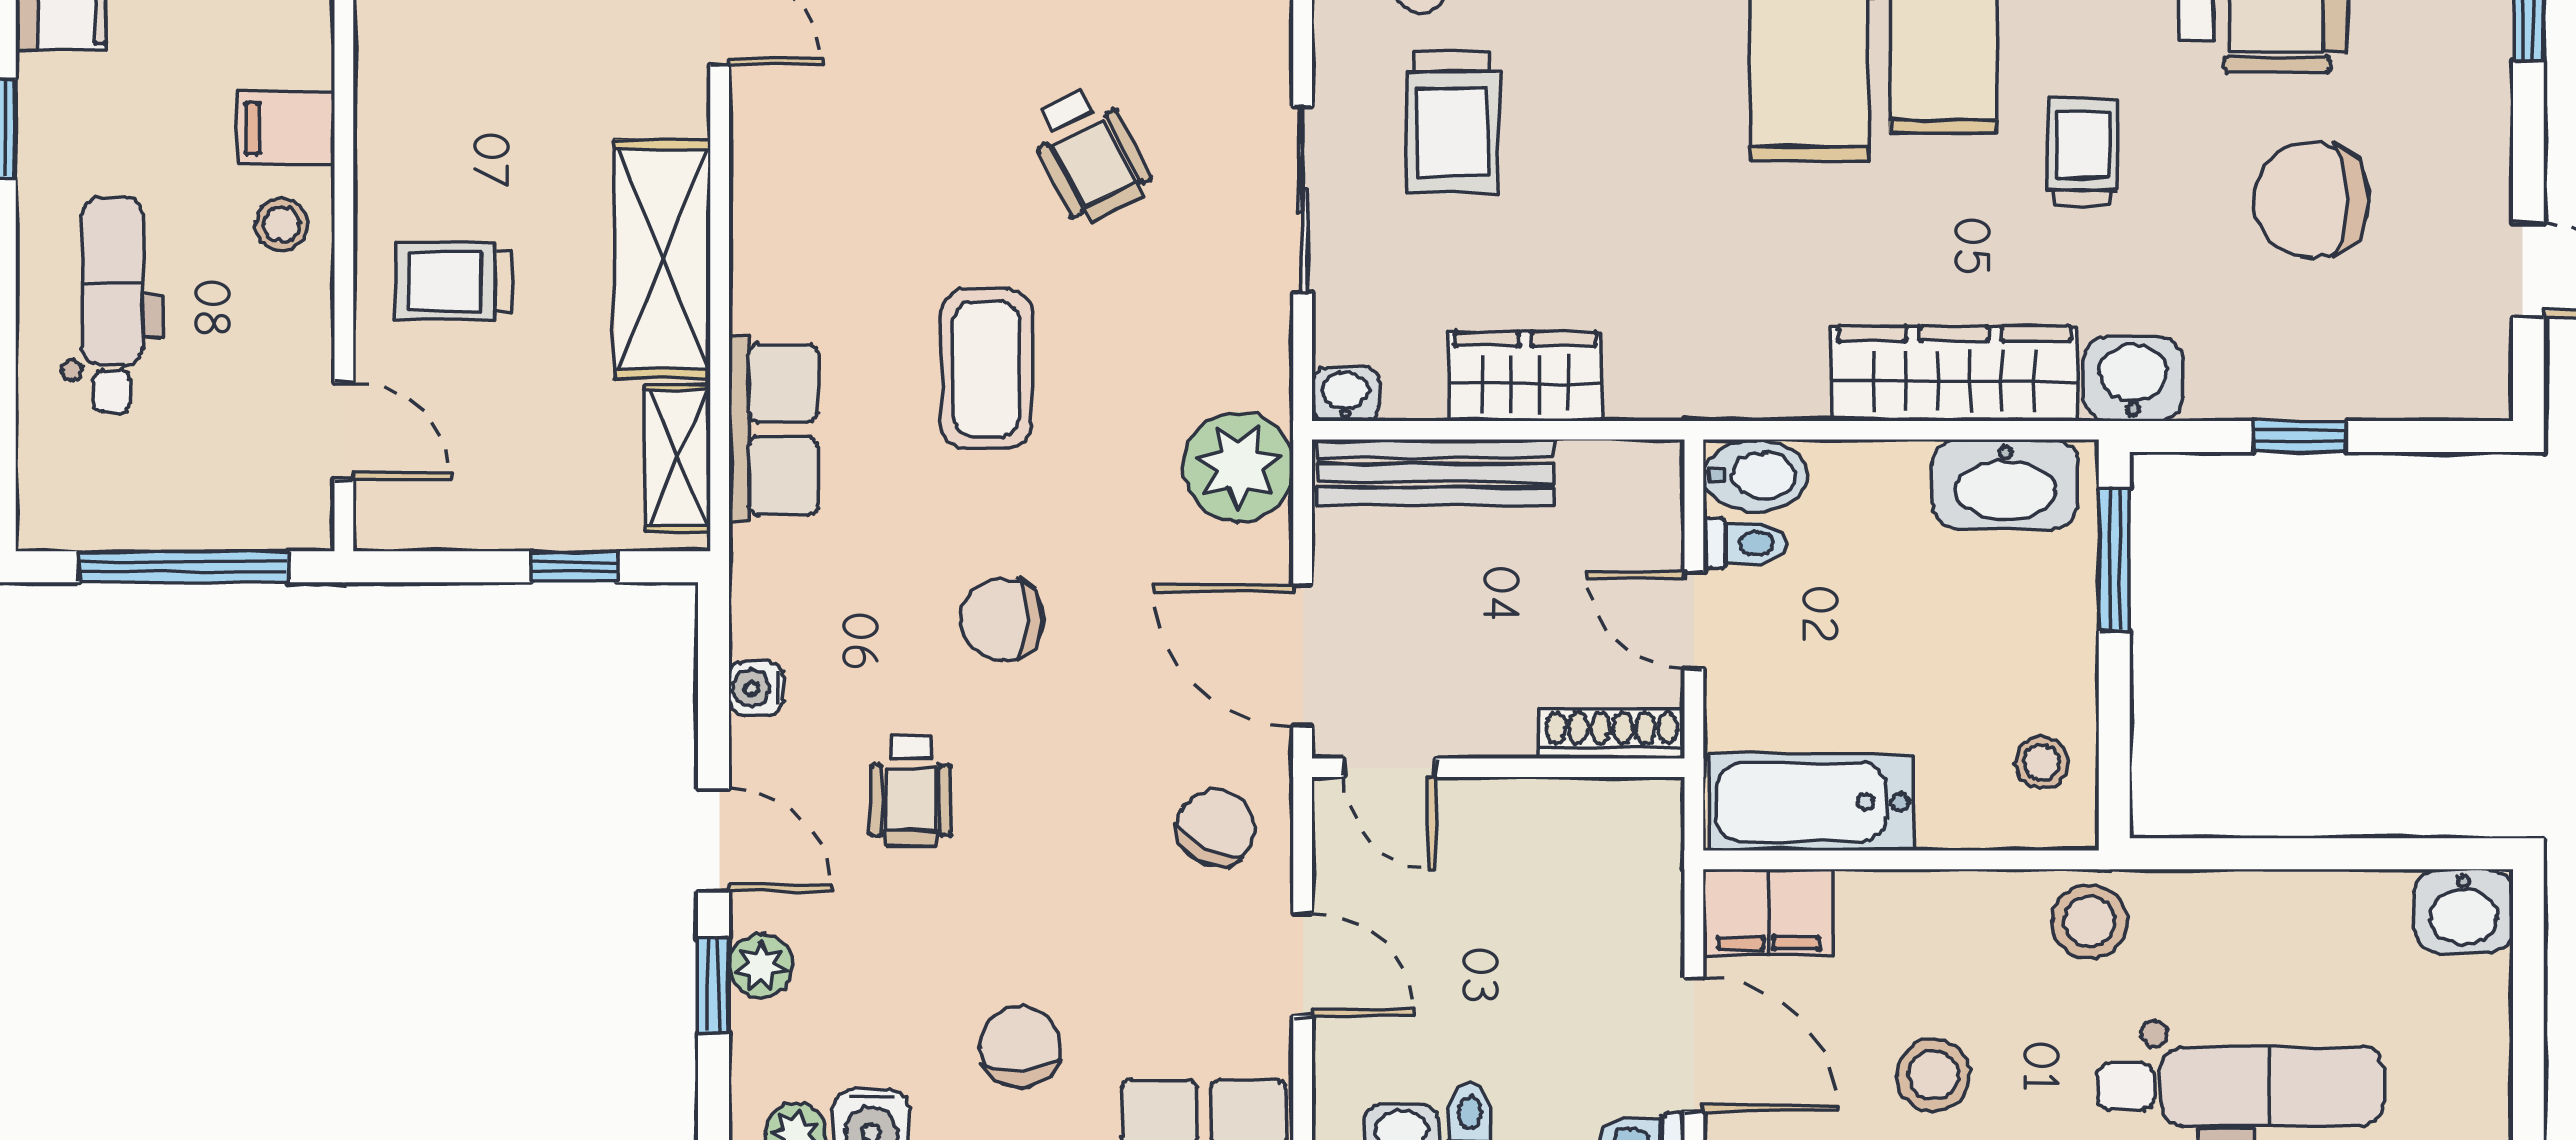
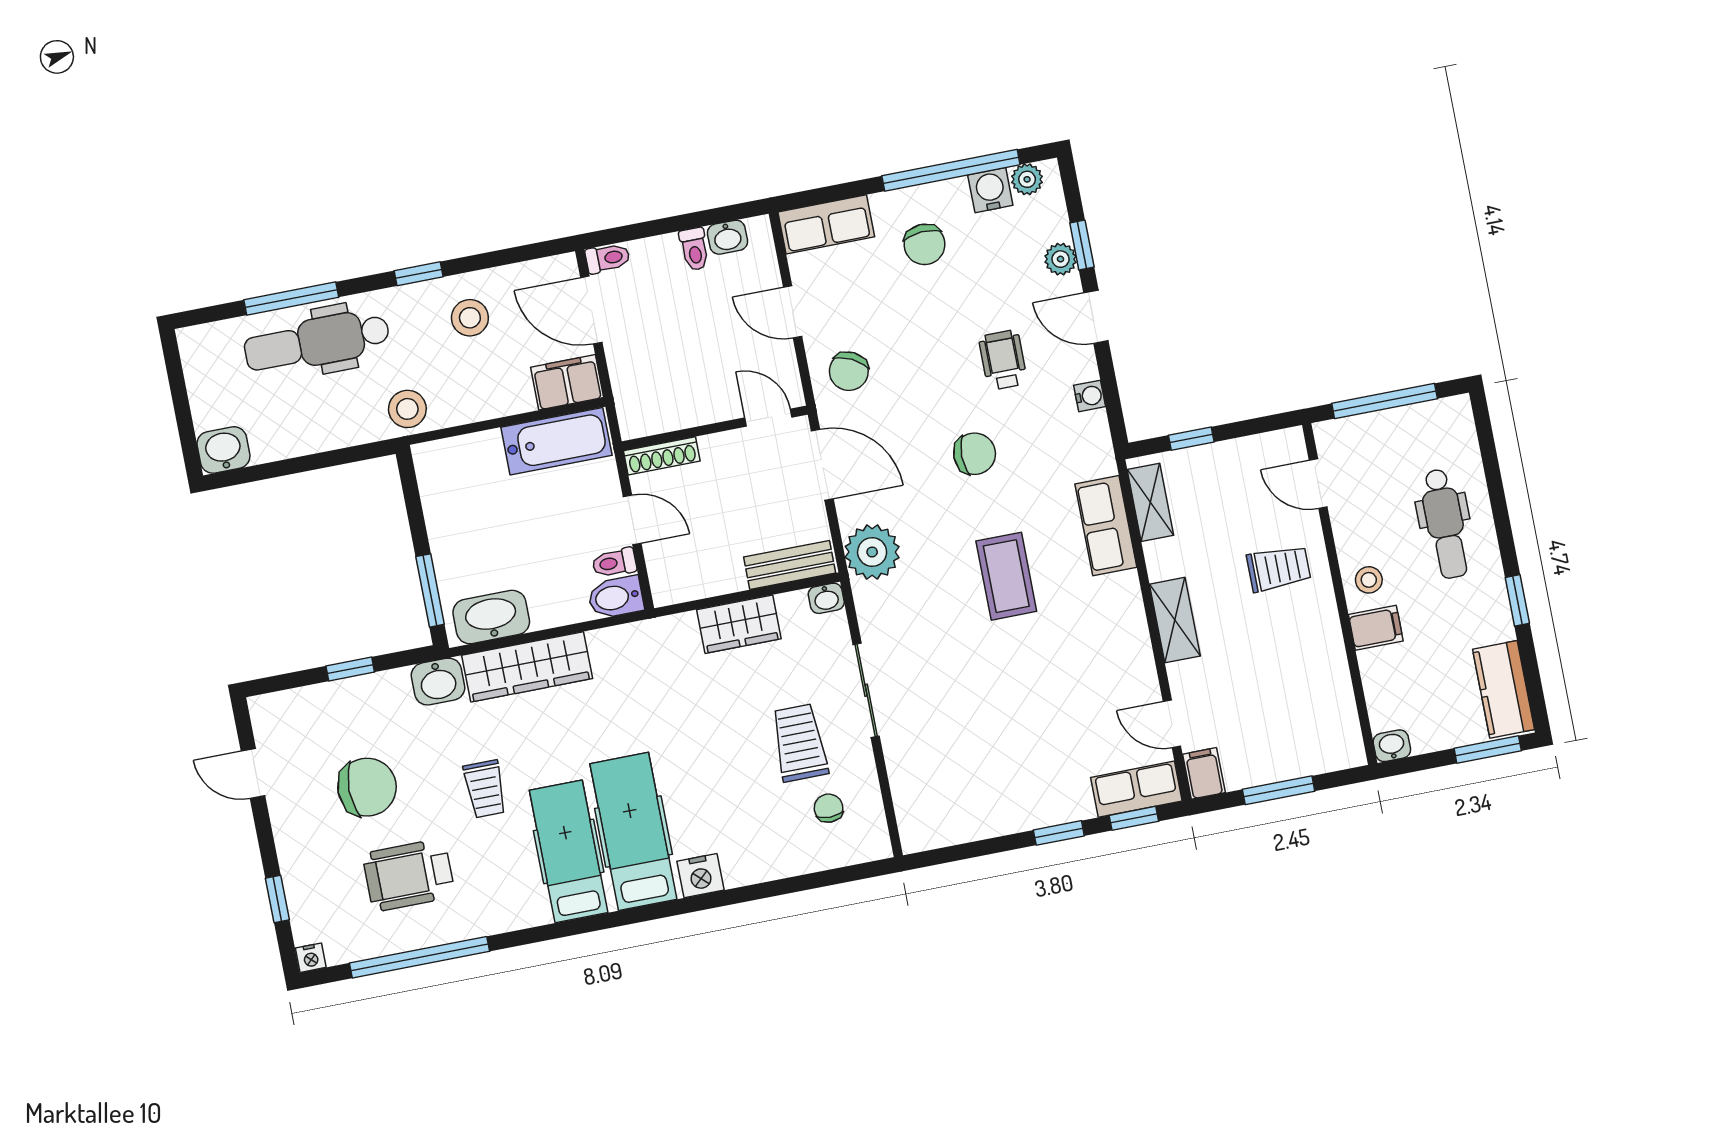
wheelchair: (1090, 155) -> (976, 692), removed
shelving: (663, 259) -> (1175, 620), width x0.67, depth x0.75
bench: (1436, 473) -> (790, 565), width x0.73
stool: (2041, 763) -> (446, 483), removed

